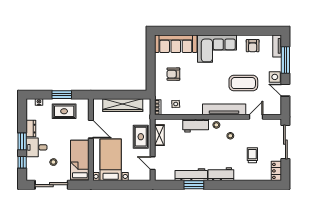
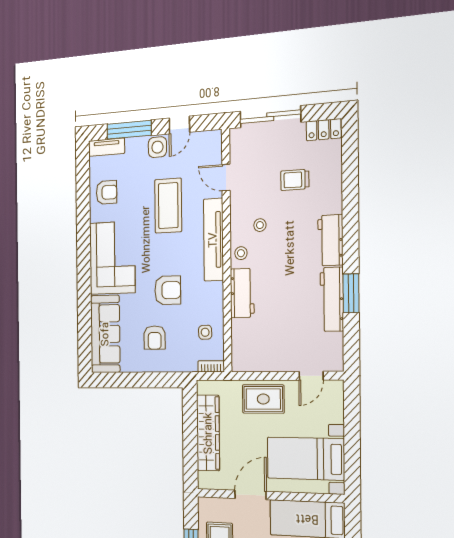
armchair: (198, 82) -> (168, 290), added
shelving: (159, 135) -> (260, 363), removed

